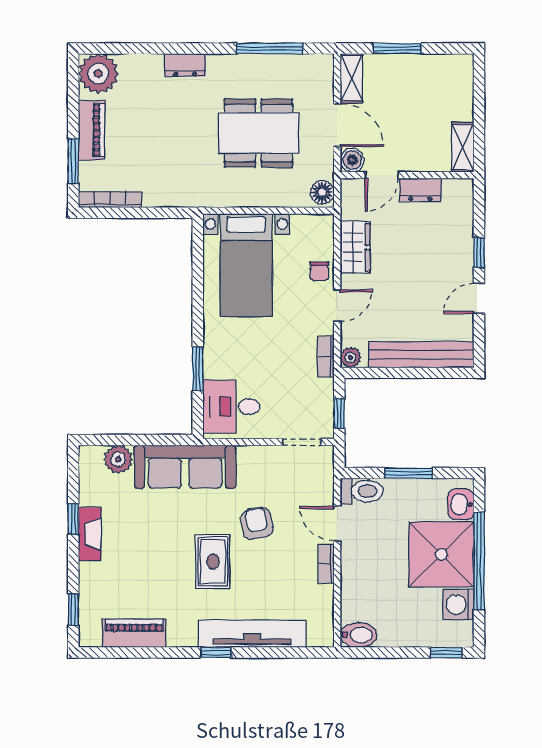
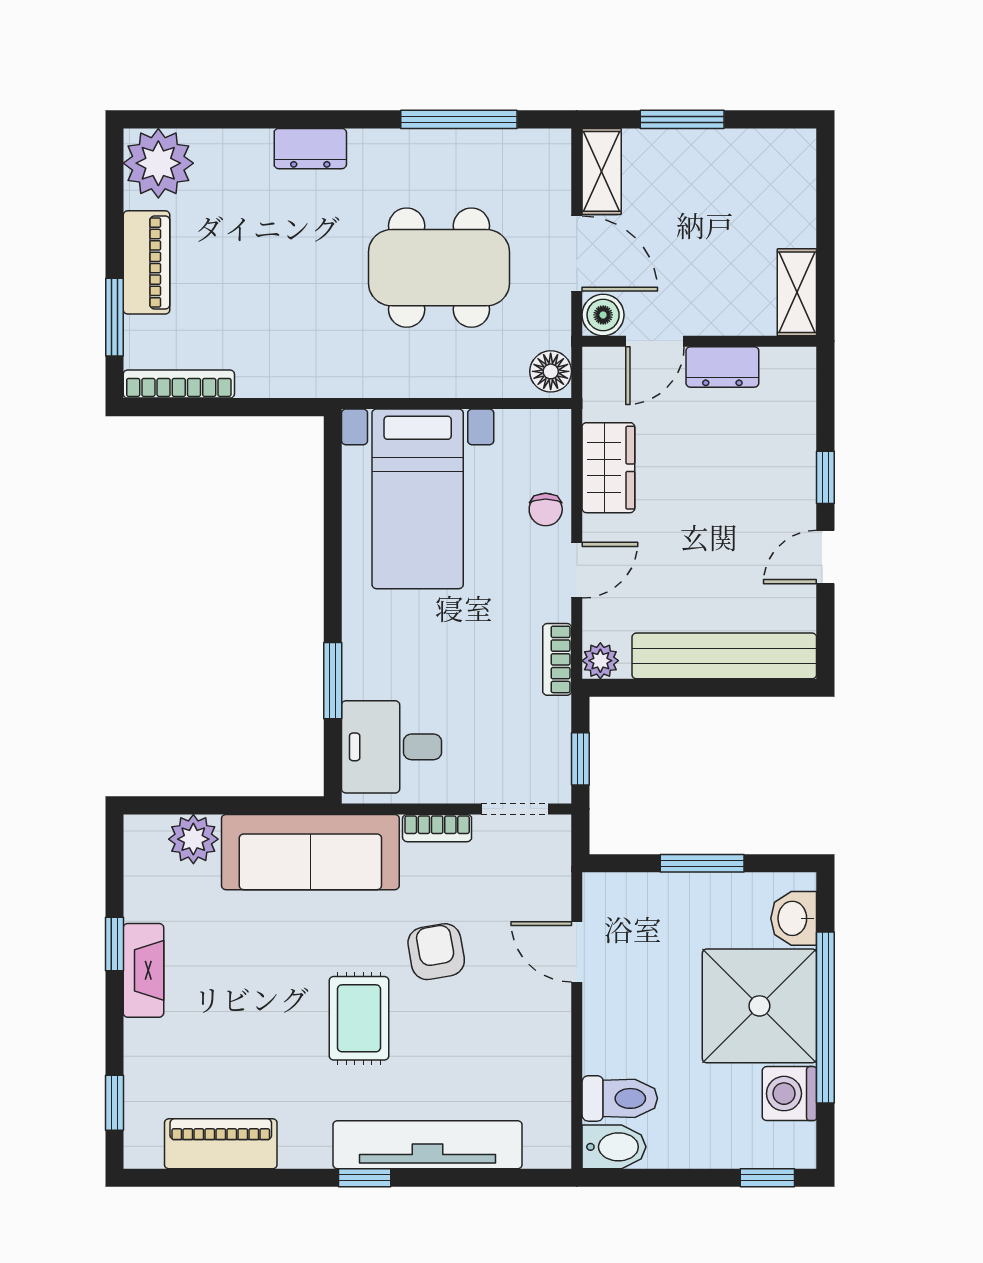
toilet: (362, 491) -> (620, 1098), moved
bookcase: (326, 564) -> (437, 828), moved, turned -90

